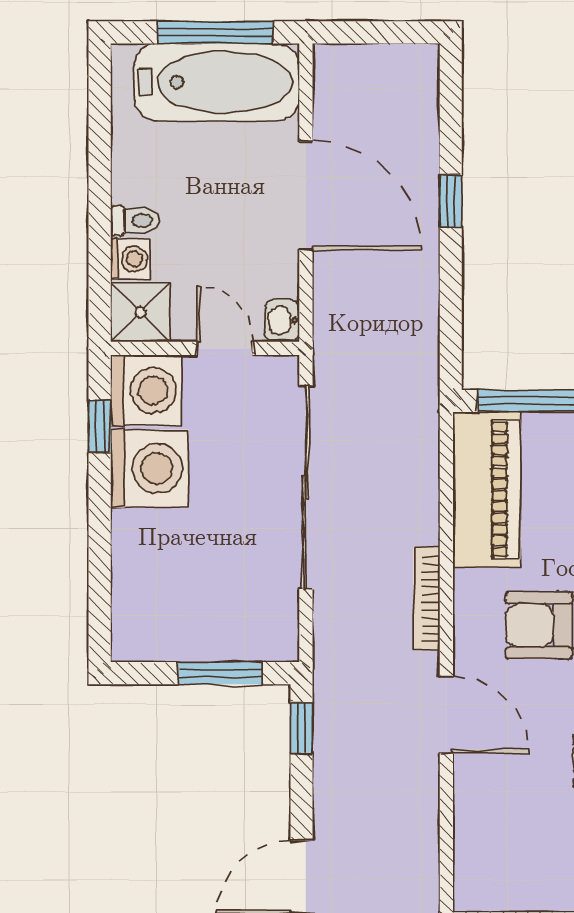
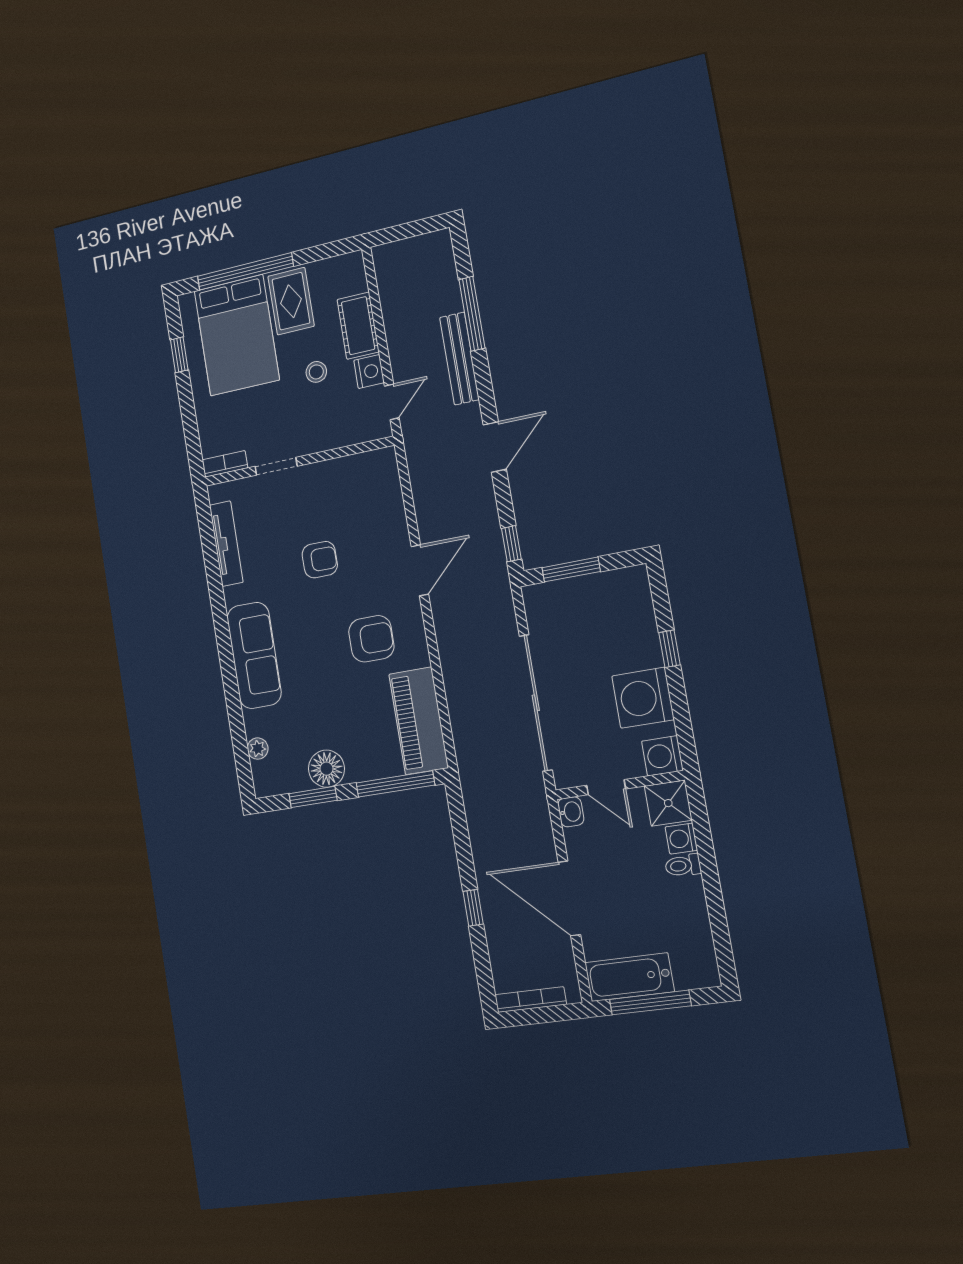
bathtub: (217, 82) -> (629, 977), width x0.73, depth x0.73
washing machine: (146, 390) -> (662, 756), width x0.73, depth x0.73
window: (100, 426) -> (669, 649), moved
bookcase: (426, 599) -> (531, 1000), moved, turned -90
door: (446, 715) -> (420, 570), swing flipped

